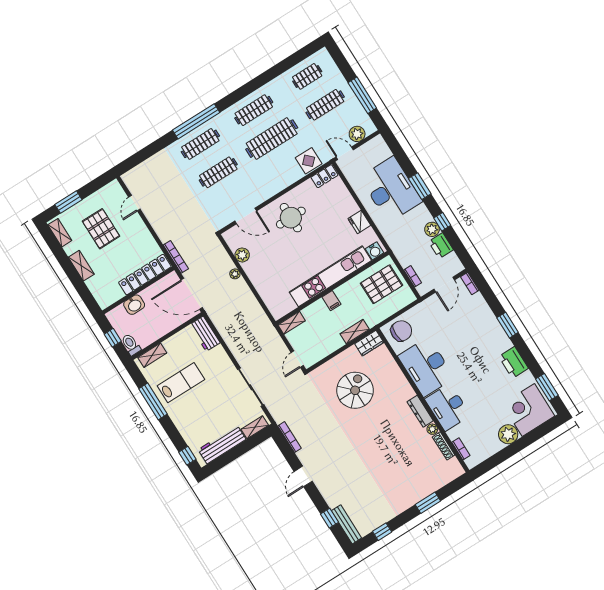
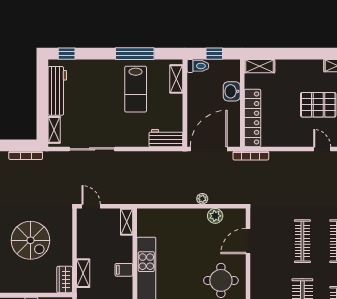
shelving: (81, 266) -> (259, 66), moved

